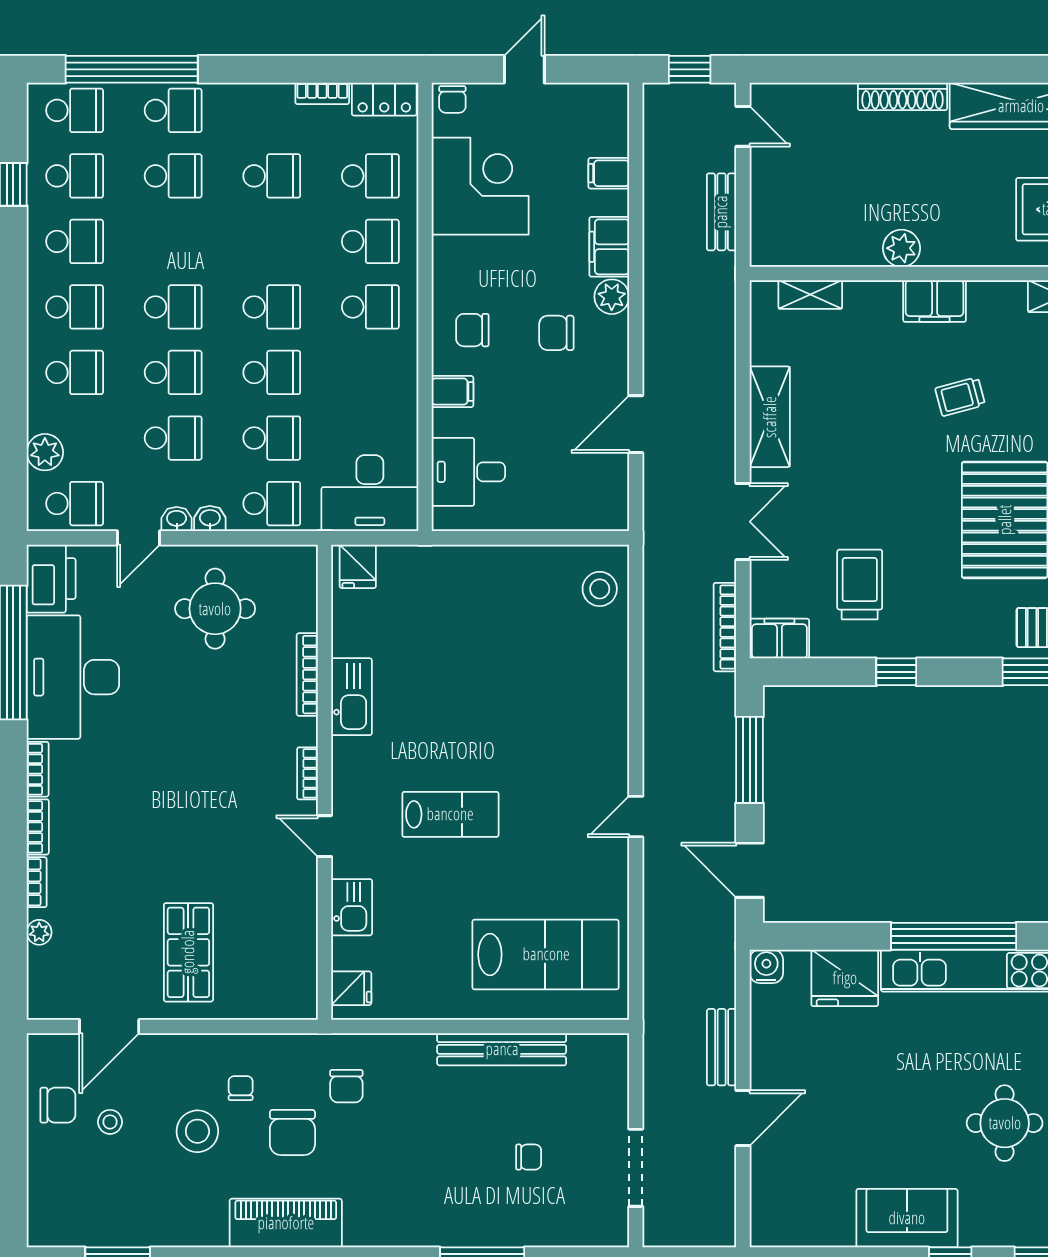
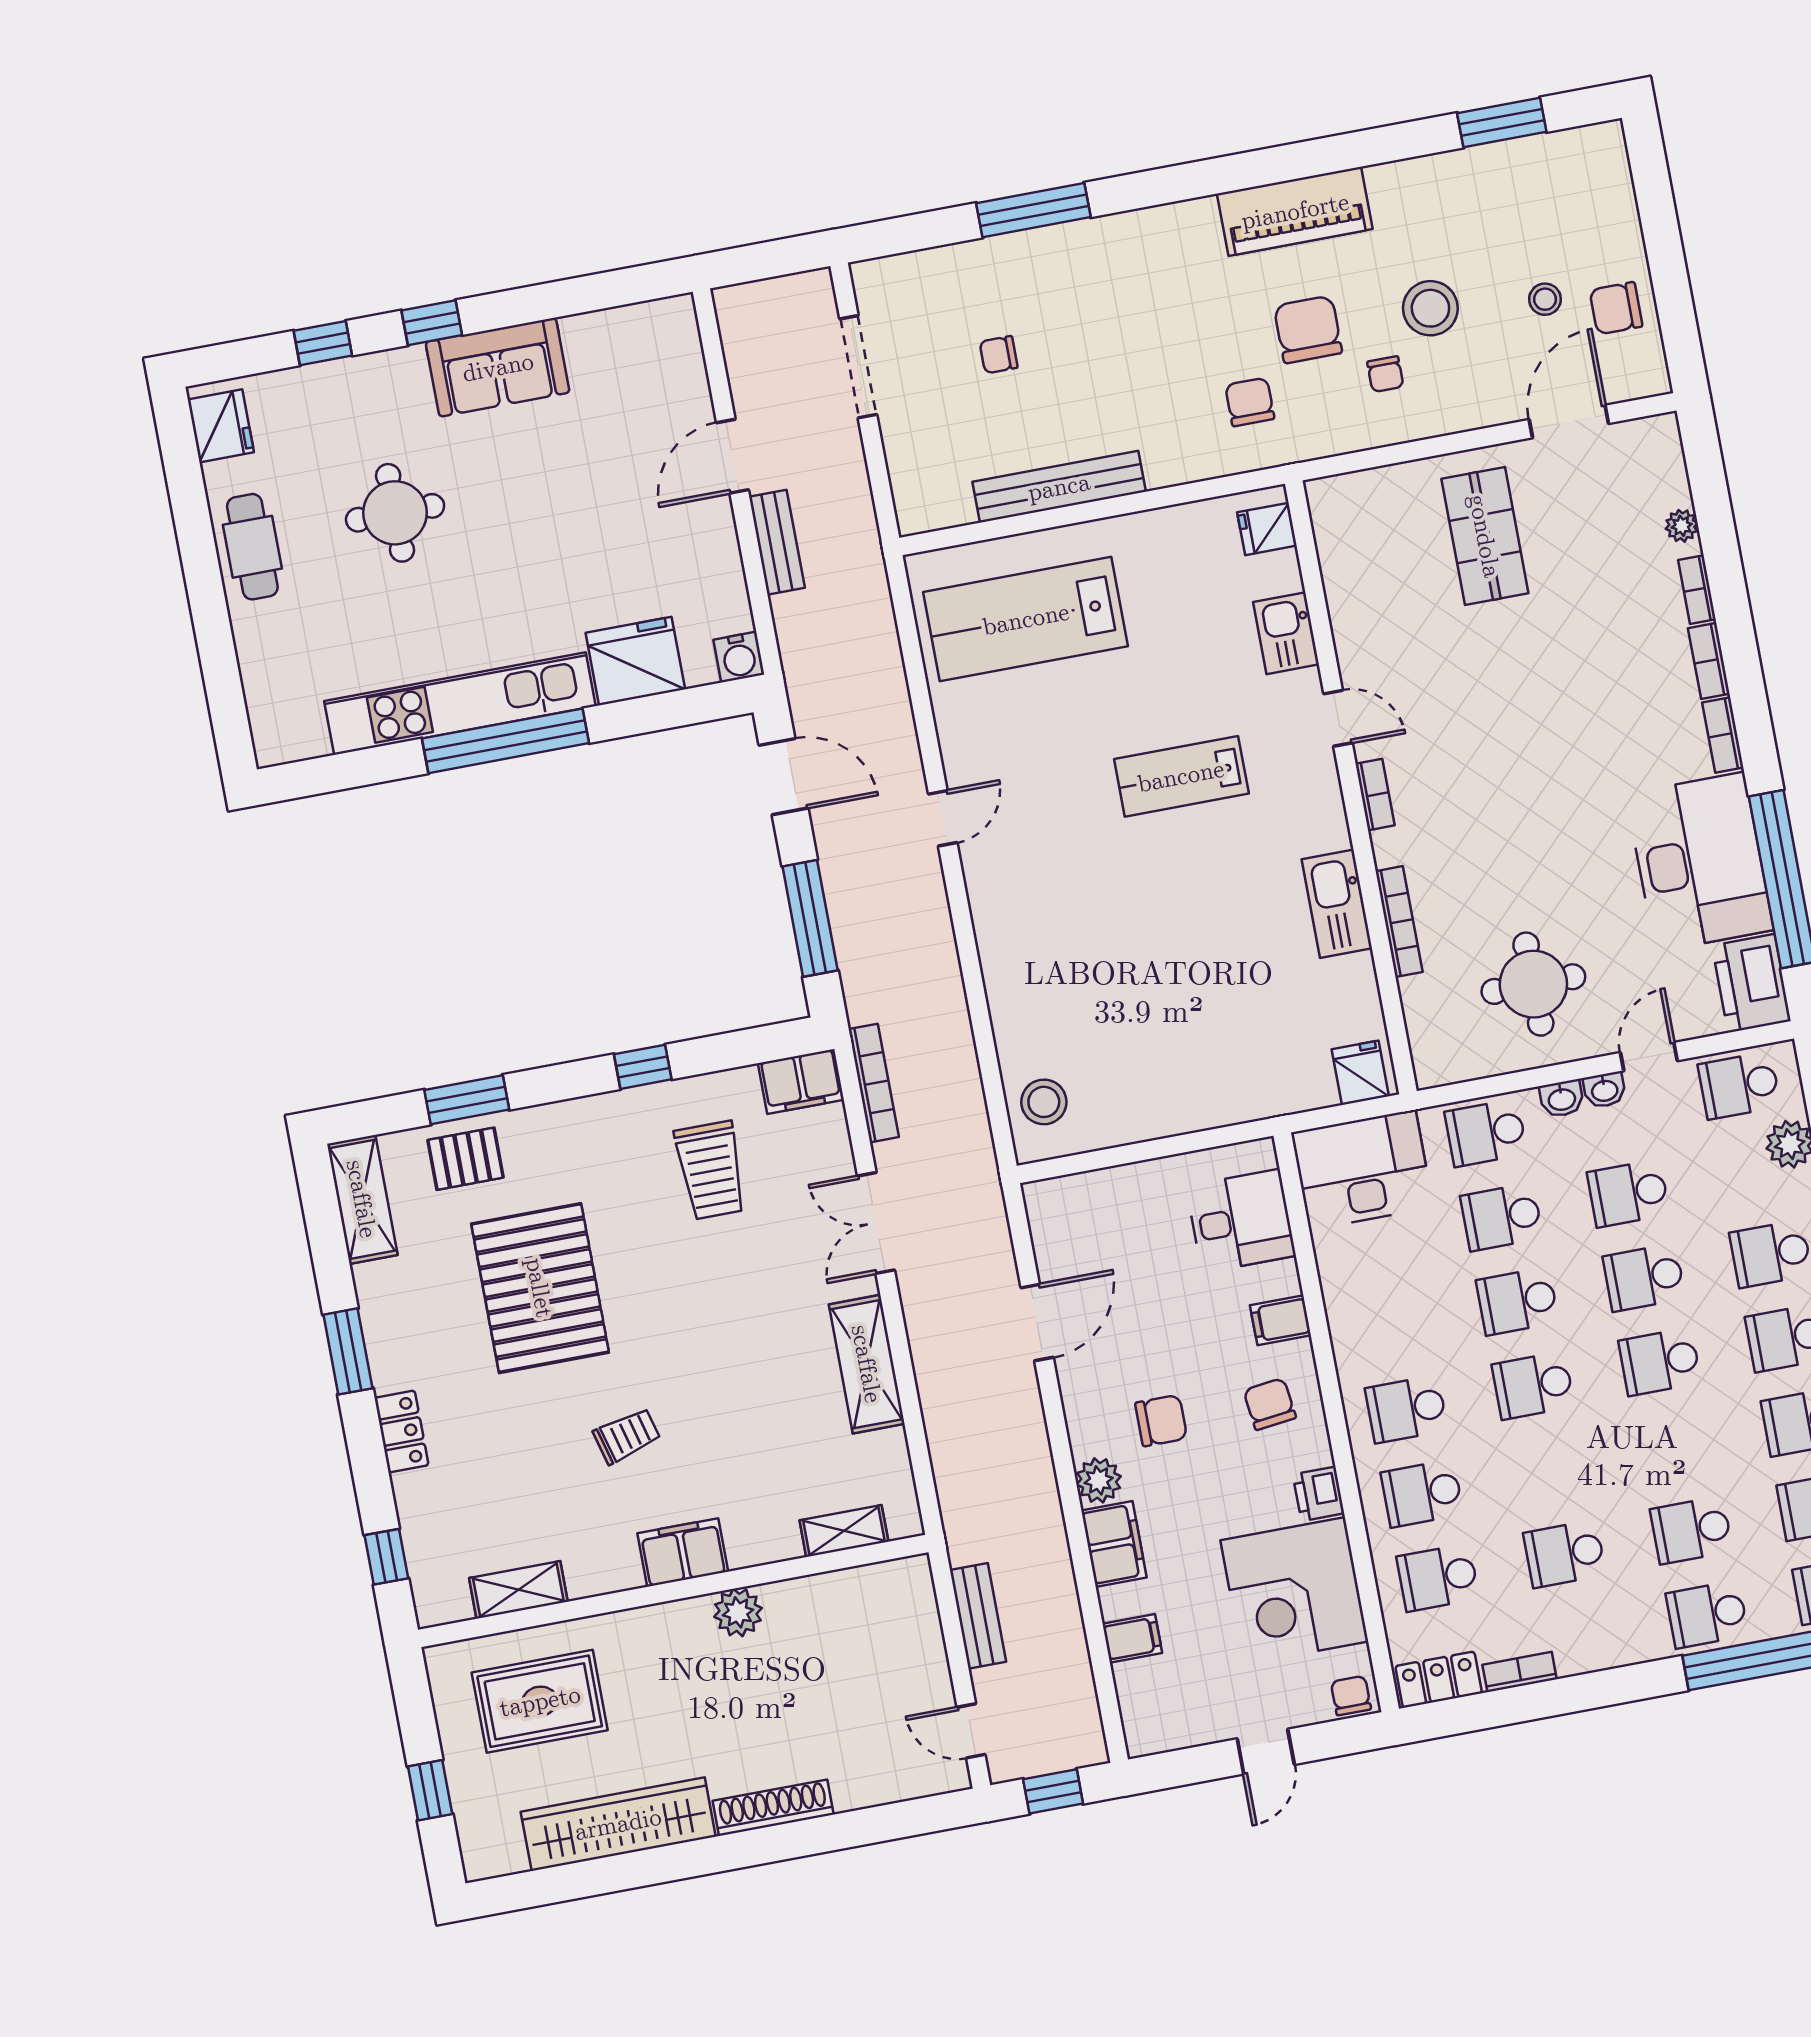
printer: (448, 256) -> (1319, 1494), added
chair: (472, 330) -> (1270, 1404), turned -97

